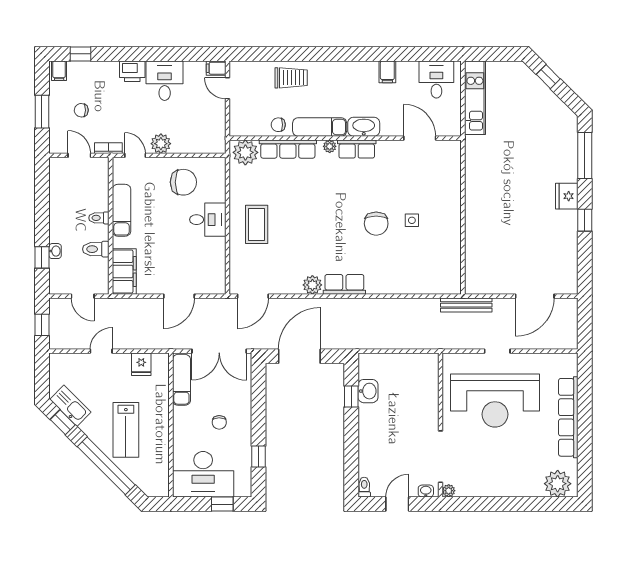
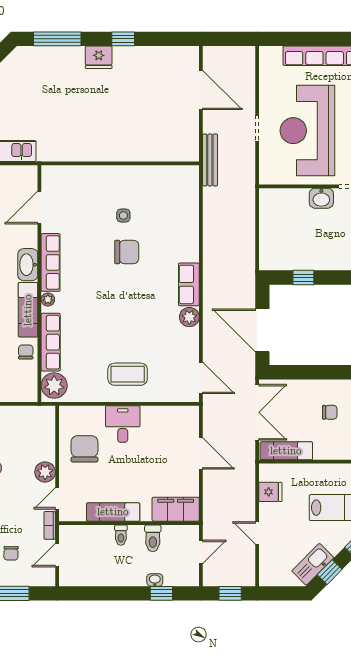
chair: (278, 125) -> (26, 352), turned 180
row of seats: (357, 149) -> (51, 262), width x1.48
washbasin: (368, 391) -> (321, 198), moved, turned 180
reception desk: (495, 401) -> (307, 131), turned 180

